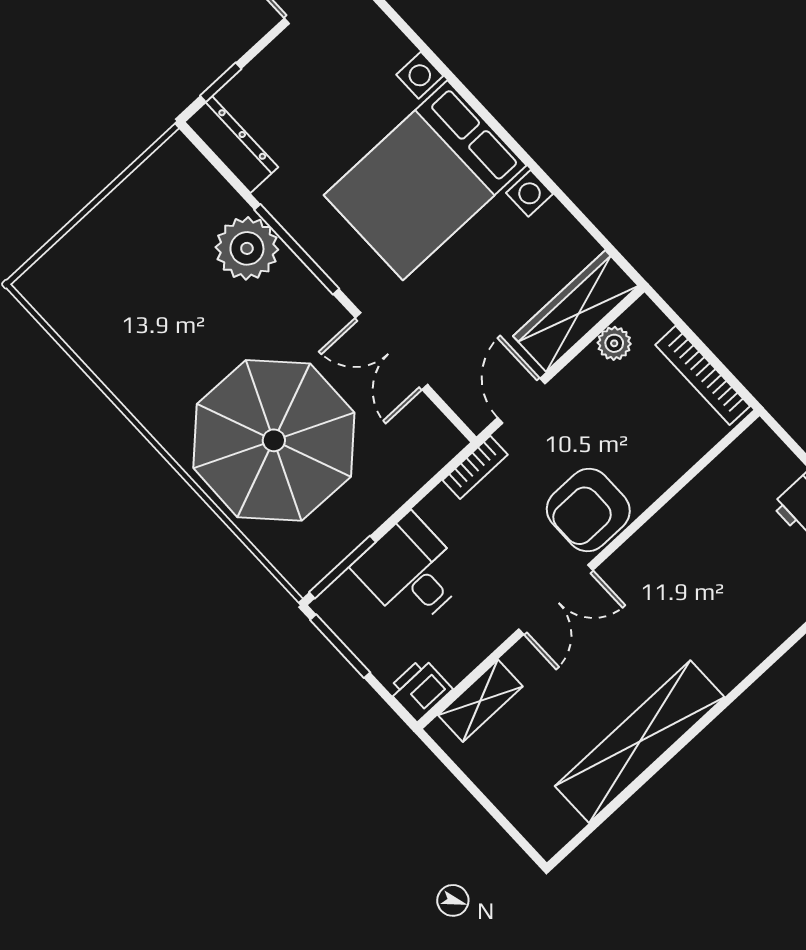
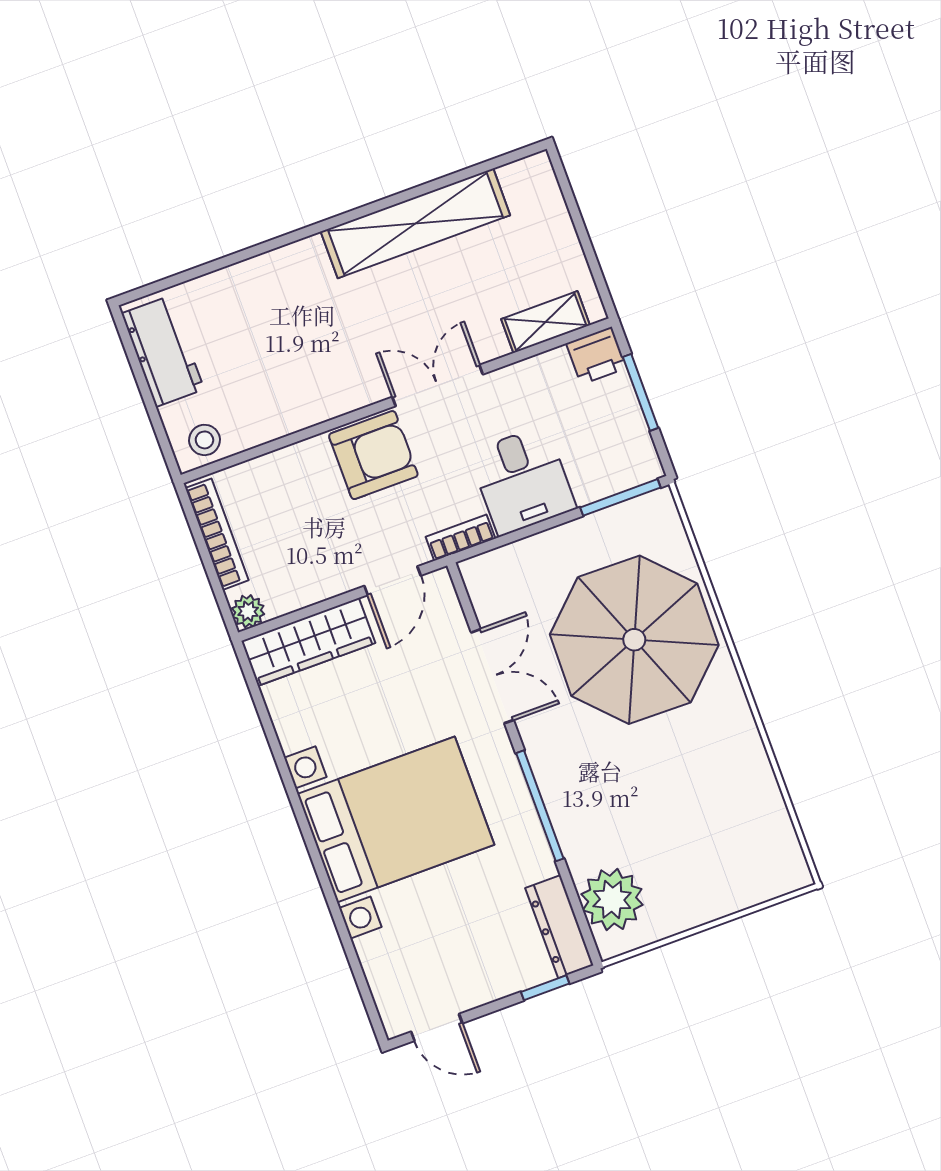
plant: (247, 248) -> (612, 900), moved
plant: (614, 343) -> (248, 611), moved
stool: (751, 458) -> (204, 440), added
desk: (411, 572) -> (522, 480), moved
window: (340, 646) -> (641, 392), moved

